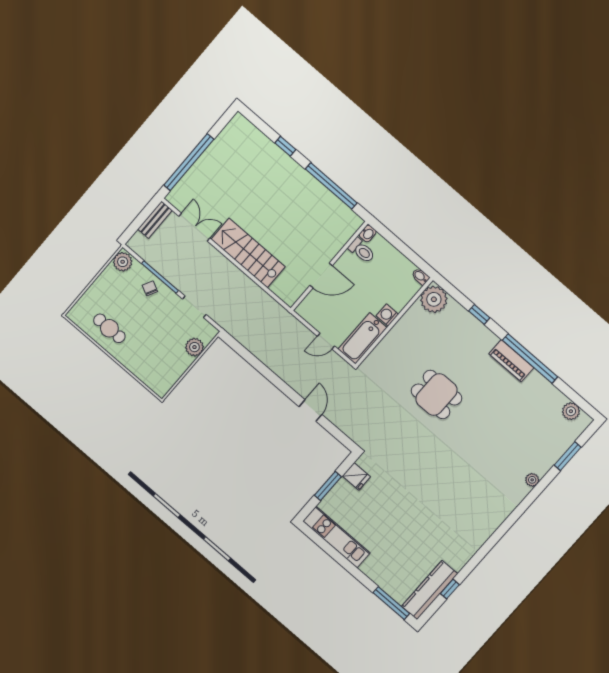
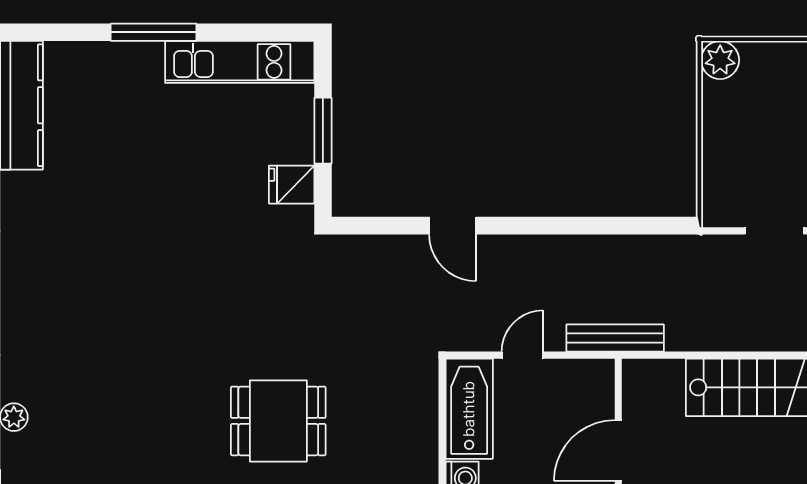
bench: (287, 318) -> (615, 338), added
plant: (194, 347) -> (720, 60), moved
window: (391, 603) -> (154, 32), moved

